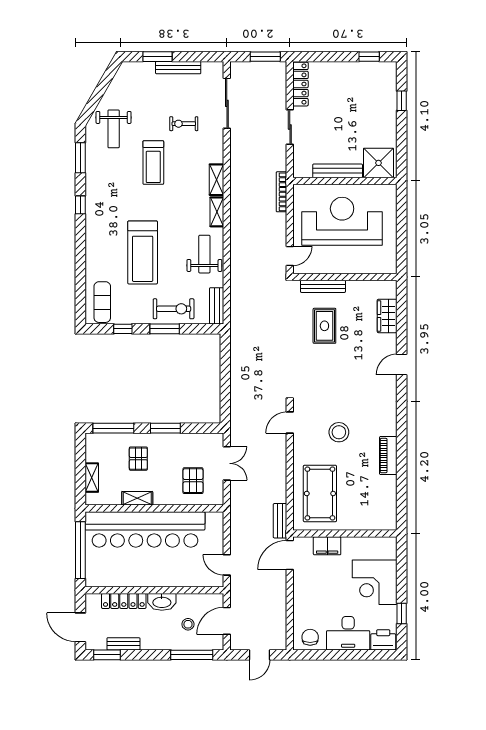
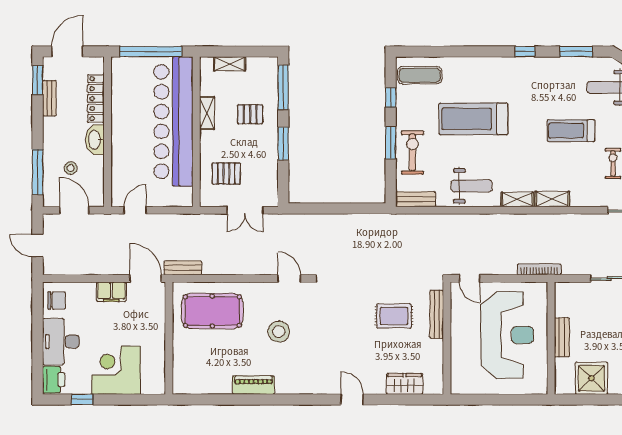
shower: (378, 163) -> (591, 378), moved
bench: (338, 171) -> (562, 337), width x0.73
exercise bike: (174, 309) -> (412, 152), turned 180
filing cabinet: (327, 546) -> (111, 292), moved, turned -90

